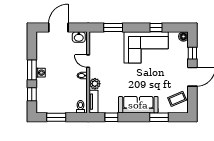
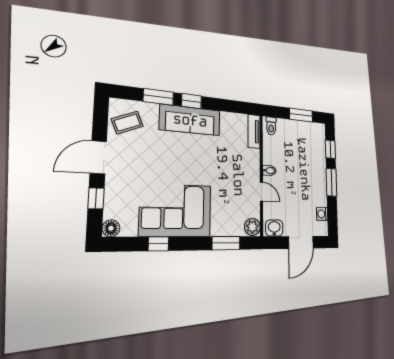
washing machine: (41, 73) -> (322, 214), moved
plant: (95, 84) -> (252, 227), moved
window: (111, 117) -> (192, 101), moved

